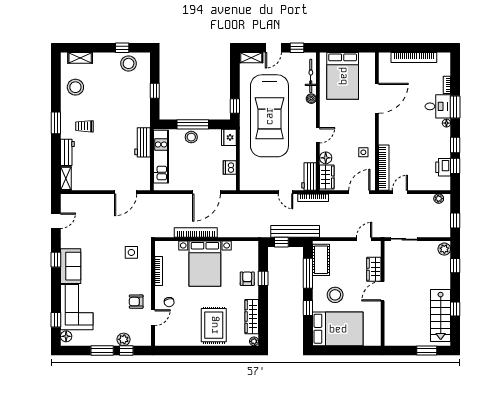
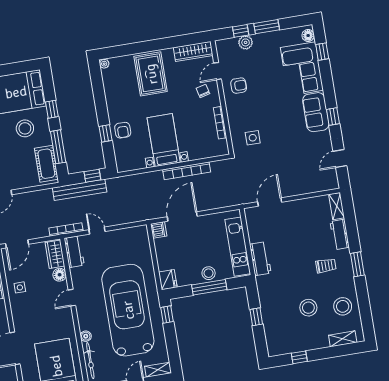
stool: (129, 63) -> (308, 308), moved
dishwasher: (230, 167) -> (159, 230), moved
bed with nightstands: (205, 264) -> (164, 140), width x0.73
wardrobe: (252, 317) -> (193, 51), moved, turned 90

